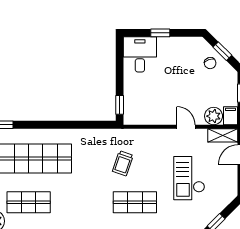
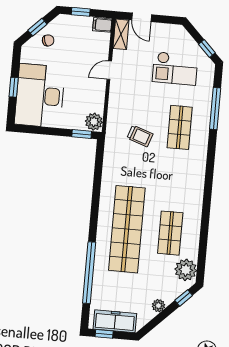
desk: (140, 54) -> (40, 96), width x1.87, depth x1.30
plant: (214, 116) -> (94, 122), moved
checkout: (189, 178) -> (175, 68), moved

